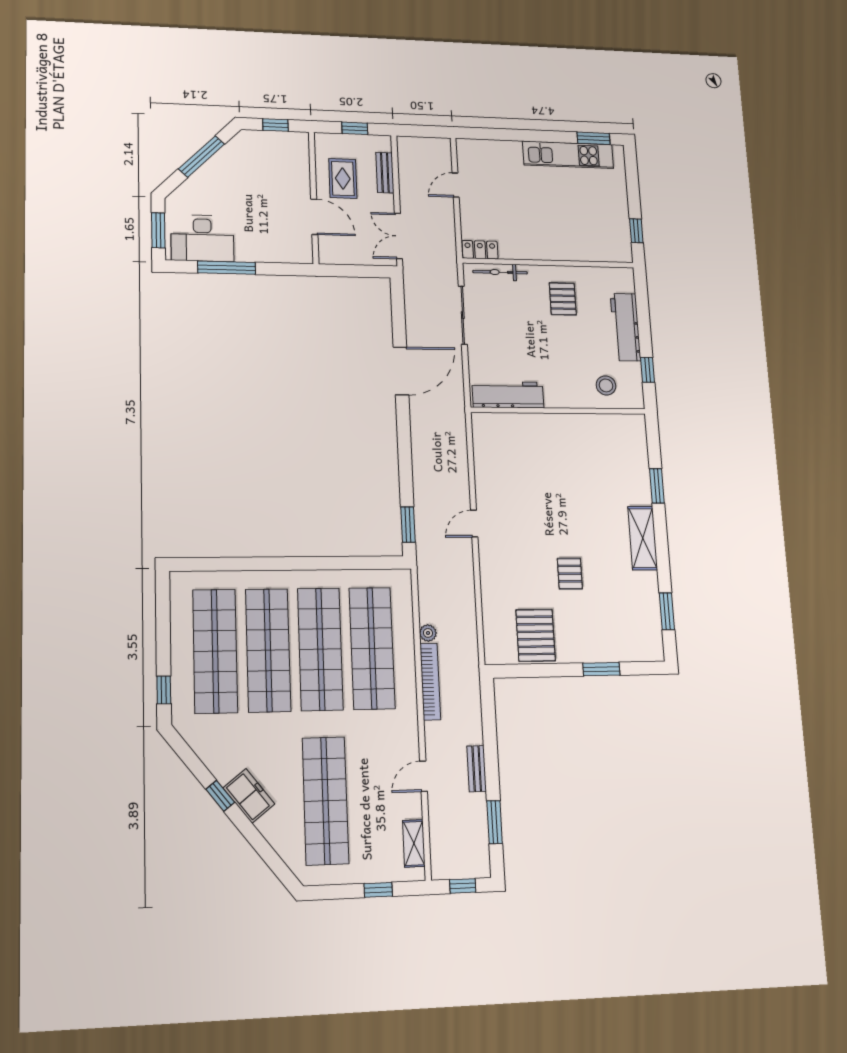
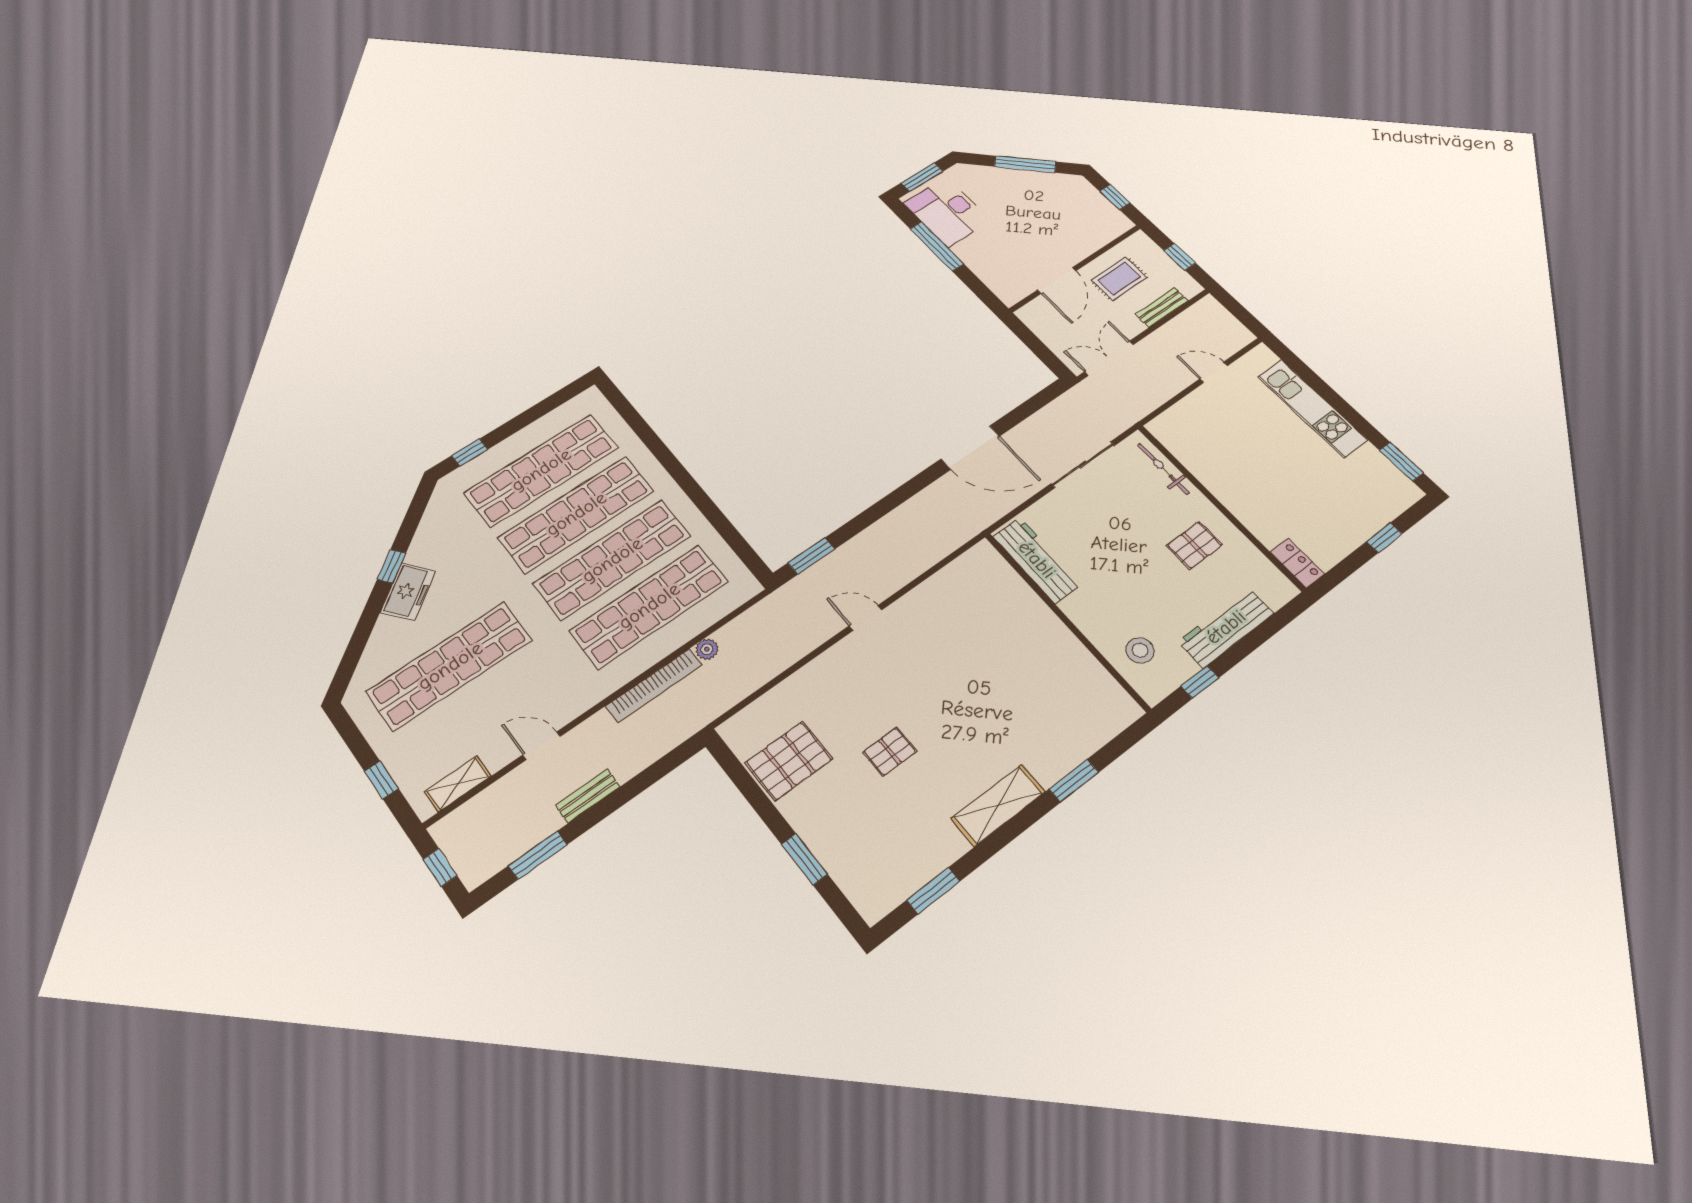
kitchen unit: (568, 155) -> (1312, 408), moved
window: (636, 231) -> (1384, 538), moved
locker: (480, 250) -> (1297, 563), moved

